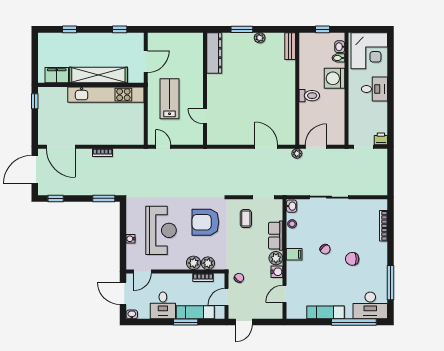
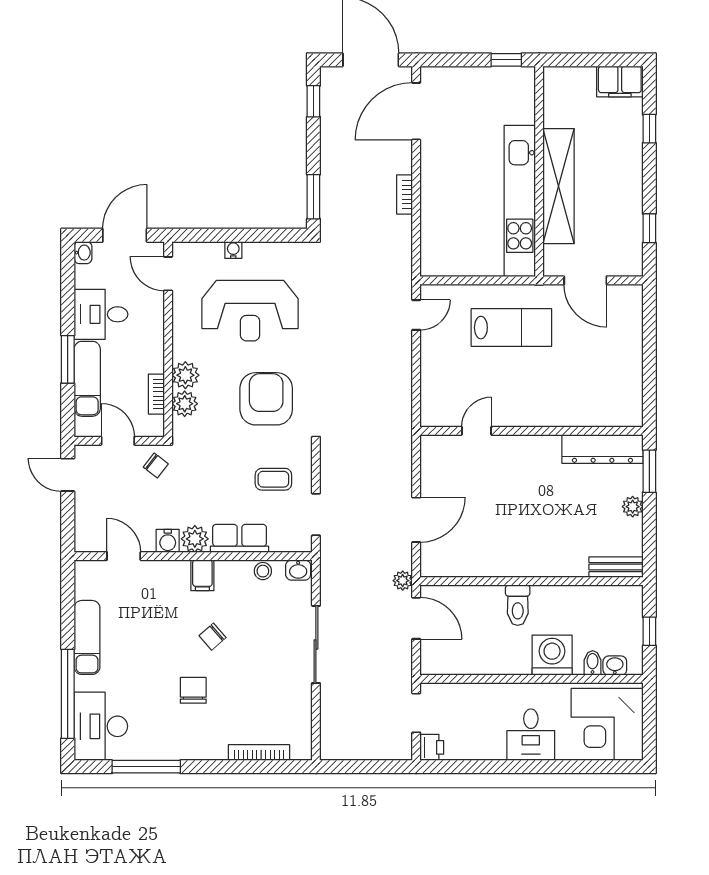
dresser: (214, 53) -> (602, 449), moved
filing cabinet: (57, 75) -> (620, 82), moved, turned 90
wall: (205, 89) -> (531, 431), moved
door: (205, 116) -> (476, 431), moved

